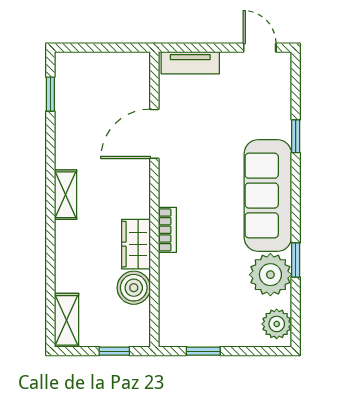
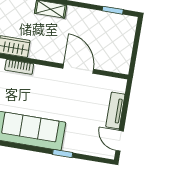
door: (260, 48) -> (120, 141), swing flipped
tv unit: (190, 63) -> (115, 110), moved

